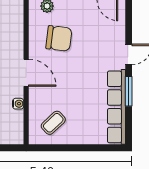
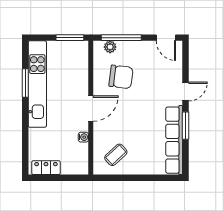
door: (26, 73) -> (91, 109), hinge flipped

